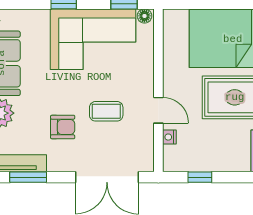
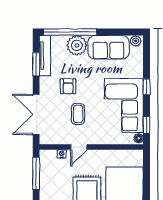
window: (200, 177) -> (36, 173), width x2.17

